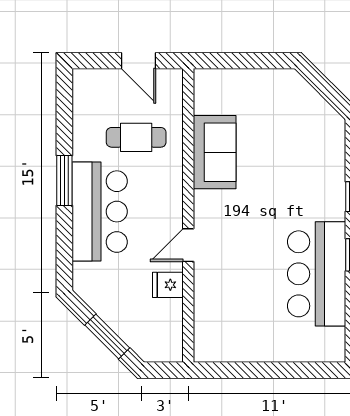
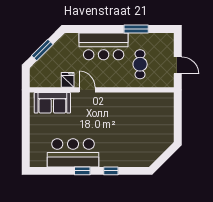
door: (138, 61) -> (178, 65), swing flipped
sofa: (215, 152) -> (52, 103), moved
window: (64, 180) -> (136, 29), moved

